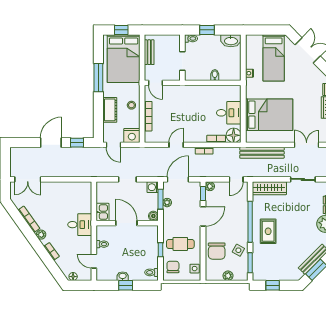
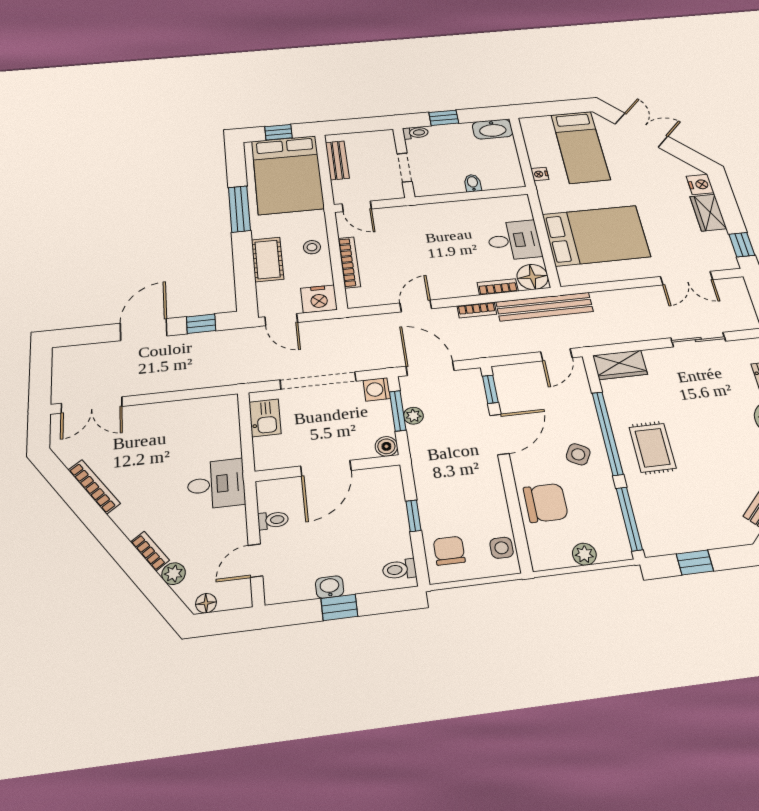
double door: (307, 145) -> (687, 278), swing flipped
bench: (262, 153) -> (545, 307), moved
doorway: (127, 179) -> (318, 380), width x1.88
door: (178, 179) -> (430, 368), hinge flipped
plant: (210, 186) -> (502, 374), removed
wardrobe: (269, 188) -> (620, 365), width x0.67
kitchen sink: (102, 212) -> (265, 418), moved
door: (126, 223) -> (326, 468), swing flipped
plant: (41, 235) -> (174, 574), moved
cafe table: (180, 244) -> (458, 498), removed
side table: (238, 250) -> (578, 454), moved
chair: (217, 251) -> (546, 503), turned -90
door: (94, 261) -> (255, 561), hinge flipped
window: (250, 263) -> (629, 519), width x1.44

